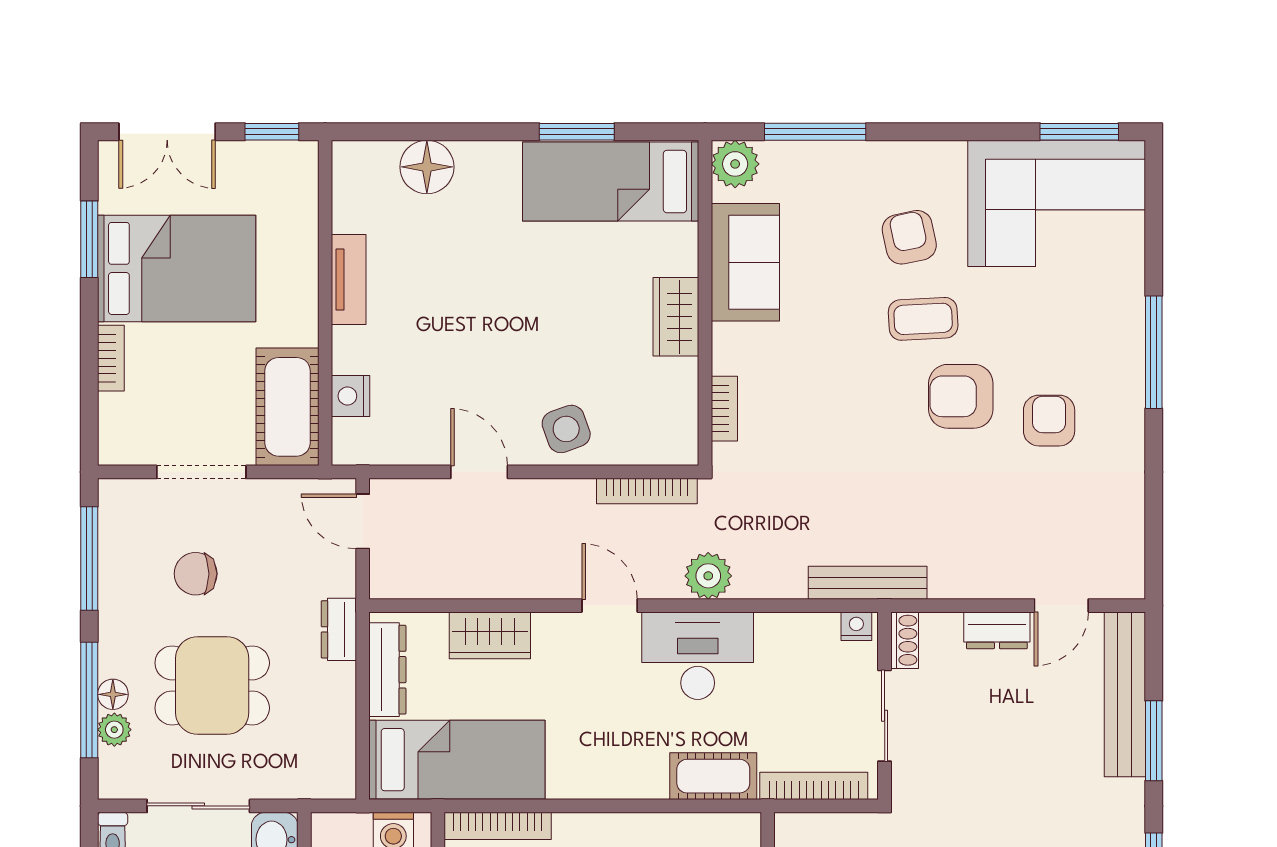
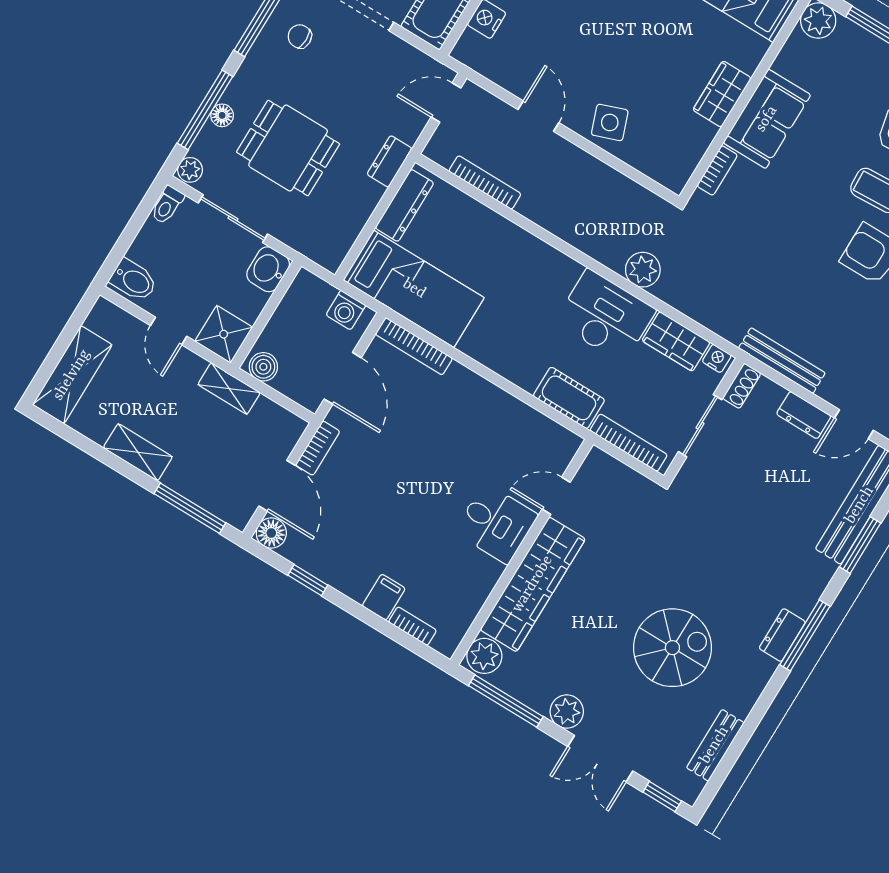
sofa: (745, 262) -> (767, 119), moved
bookcase: (647, 491) -> (485, 183), moved, turned 180
door: (363, 521) -> (446, 102), hinge flipped
chair: (196, 574) -> (300, 36), moved, width x0.73, depth x0.73
bench: (868, 583) -> (782, 361), moved
door: (610, 606) -> (569, 251), removed
wardrobe: (490, 635) -> (676, 341), moved
plant: (114, 730) -> (190, 170), moved

